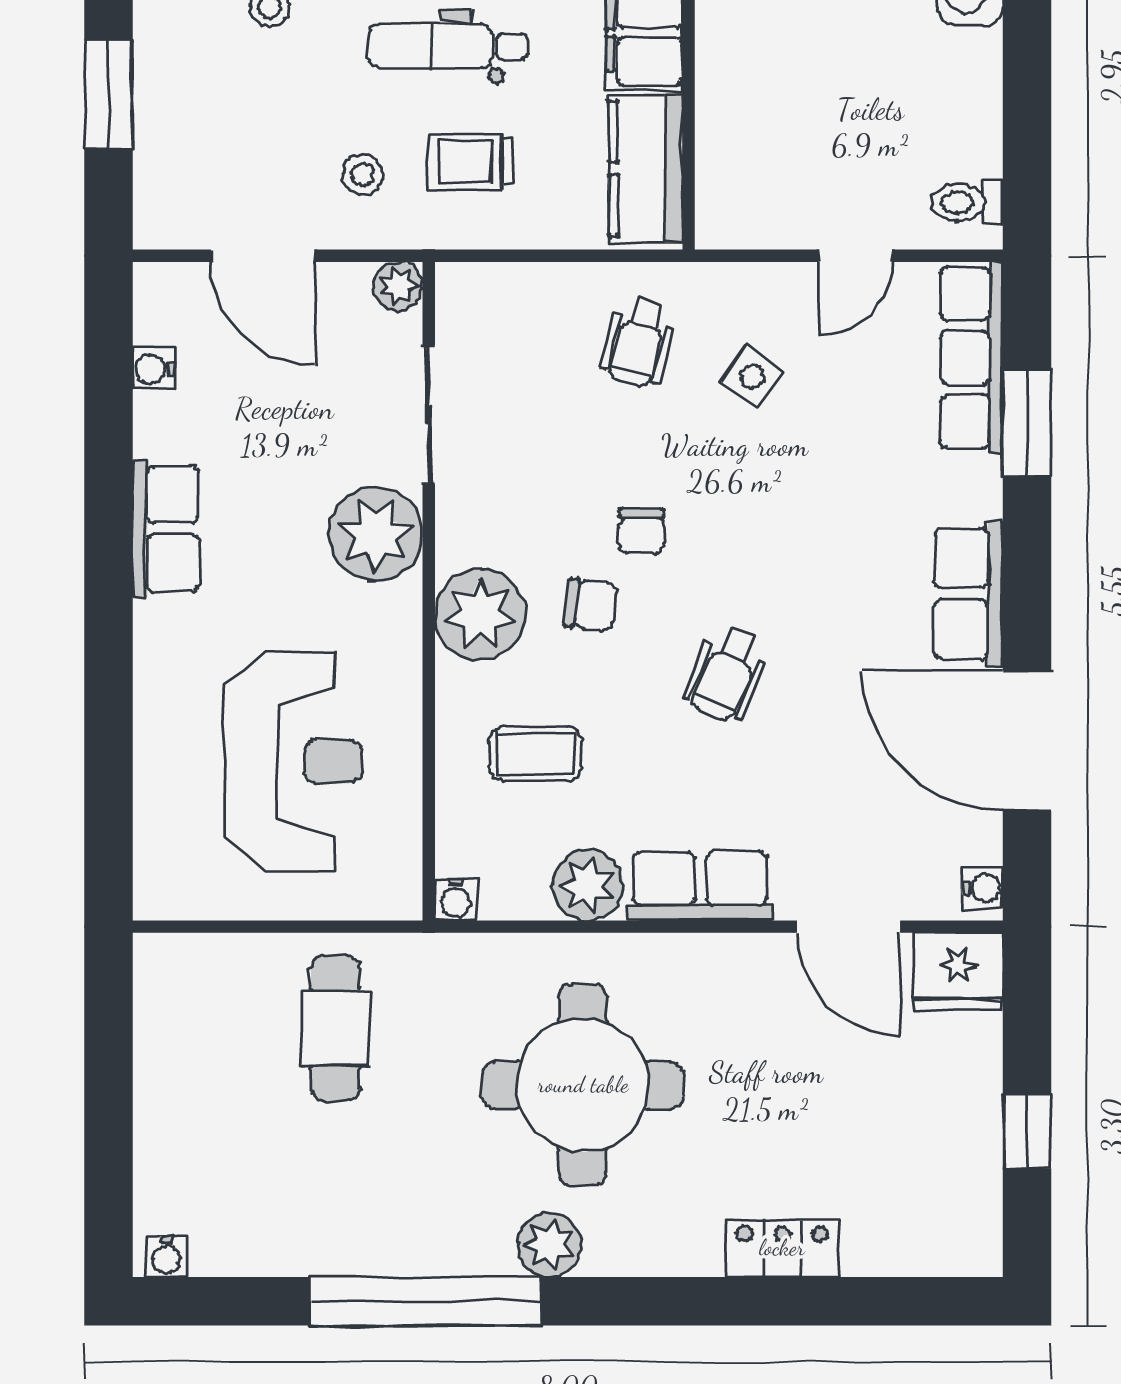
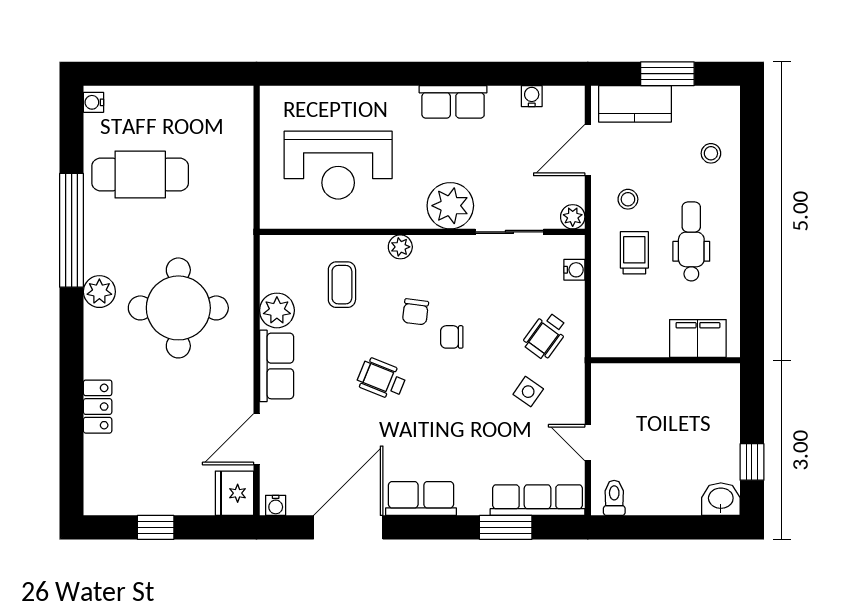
kitchen counter: (646, 169) -> (635, 104), moved, turned 180
wheelchair: (639, 342) -> (545, 336), turned -69
plant: (480, 614) -> (400, 247), width x0.53, depth x0.53
water cooler: (456, 899) -> (574, 270), moved, turned 180
cafe table: (335, 1028) -> (140, 174), moved, width x1.37, depth x1.35

